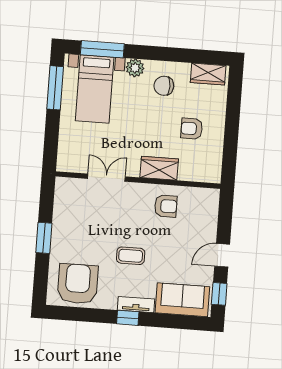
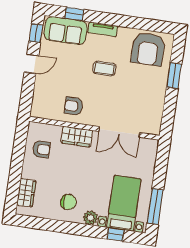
window: (102, 49) -> (115, 234), width x0.46
wardrobe: (208, 74) -> (26, 193), moved, turned 90
armchair: (192, 129) -> (41, 149), moved
double door: (106, 178) -> (119, 132), width x1.37
window: (44, 238) -> (174, 76), moved
window: (128, 318) -> (74, 14), moved

